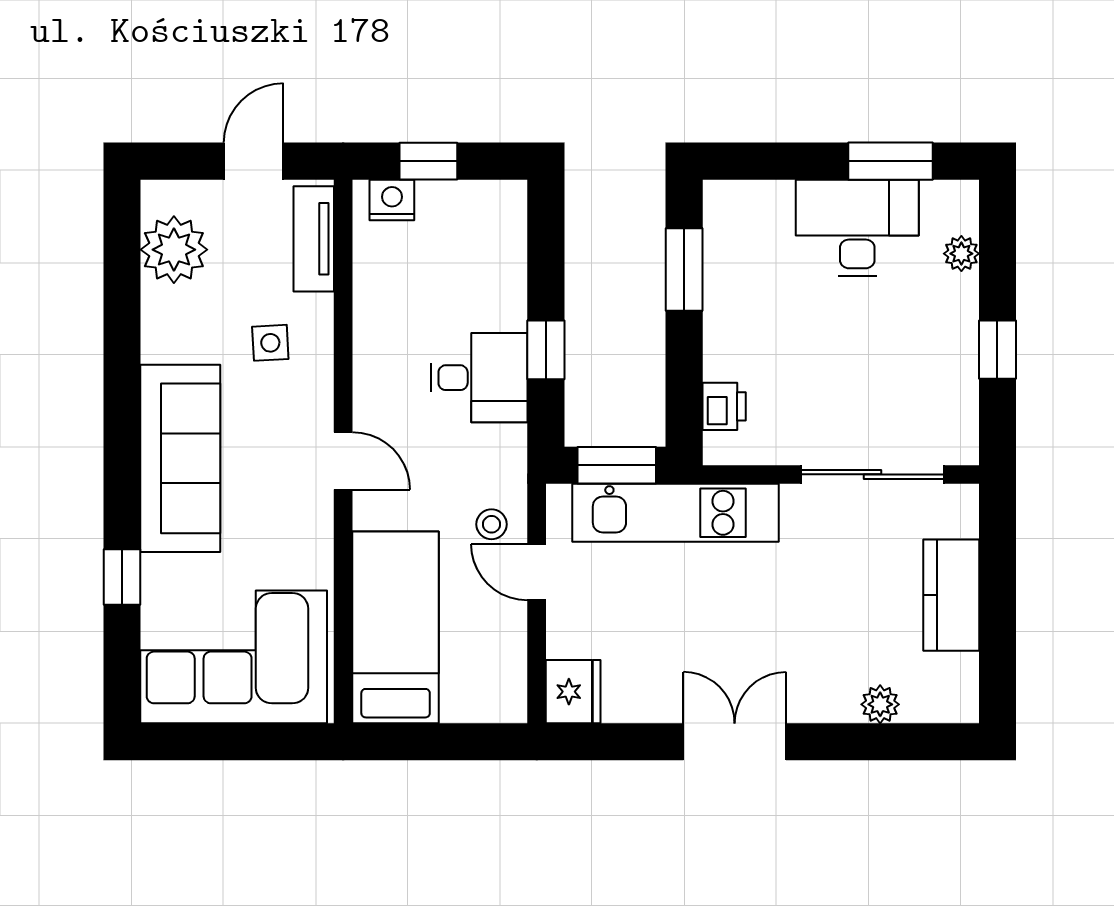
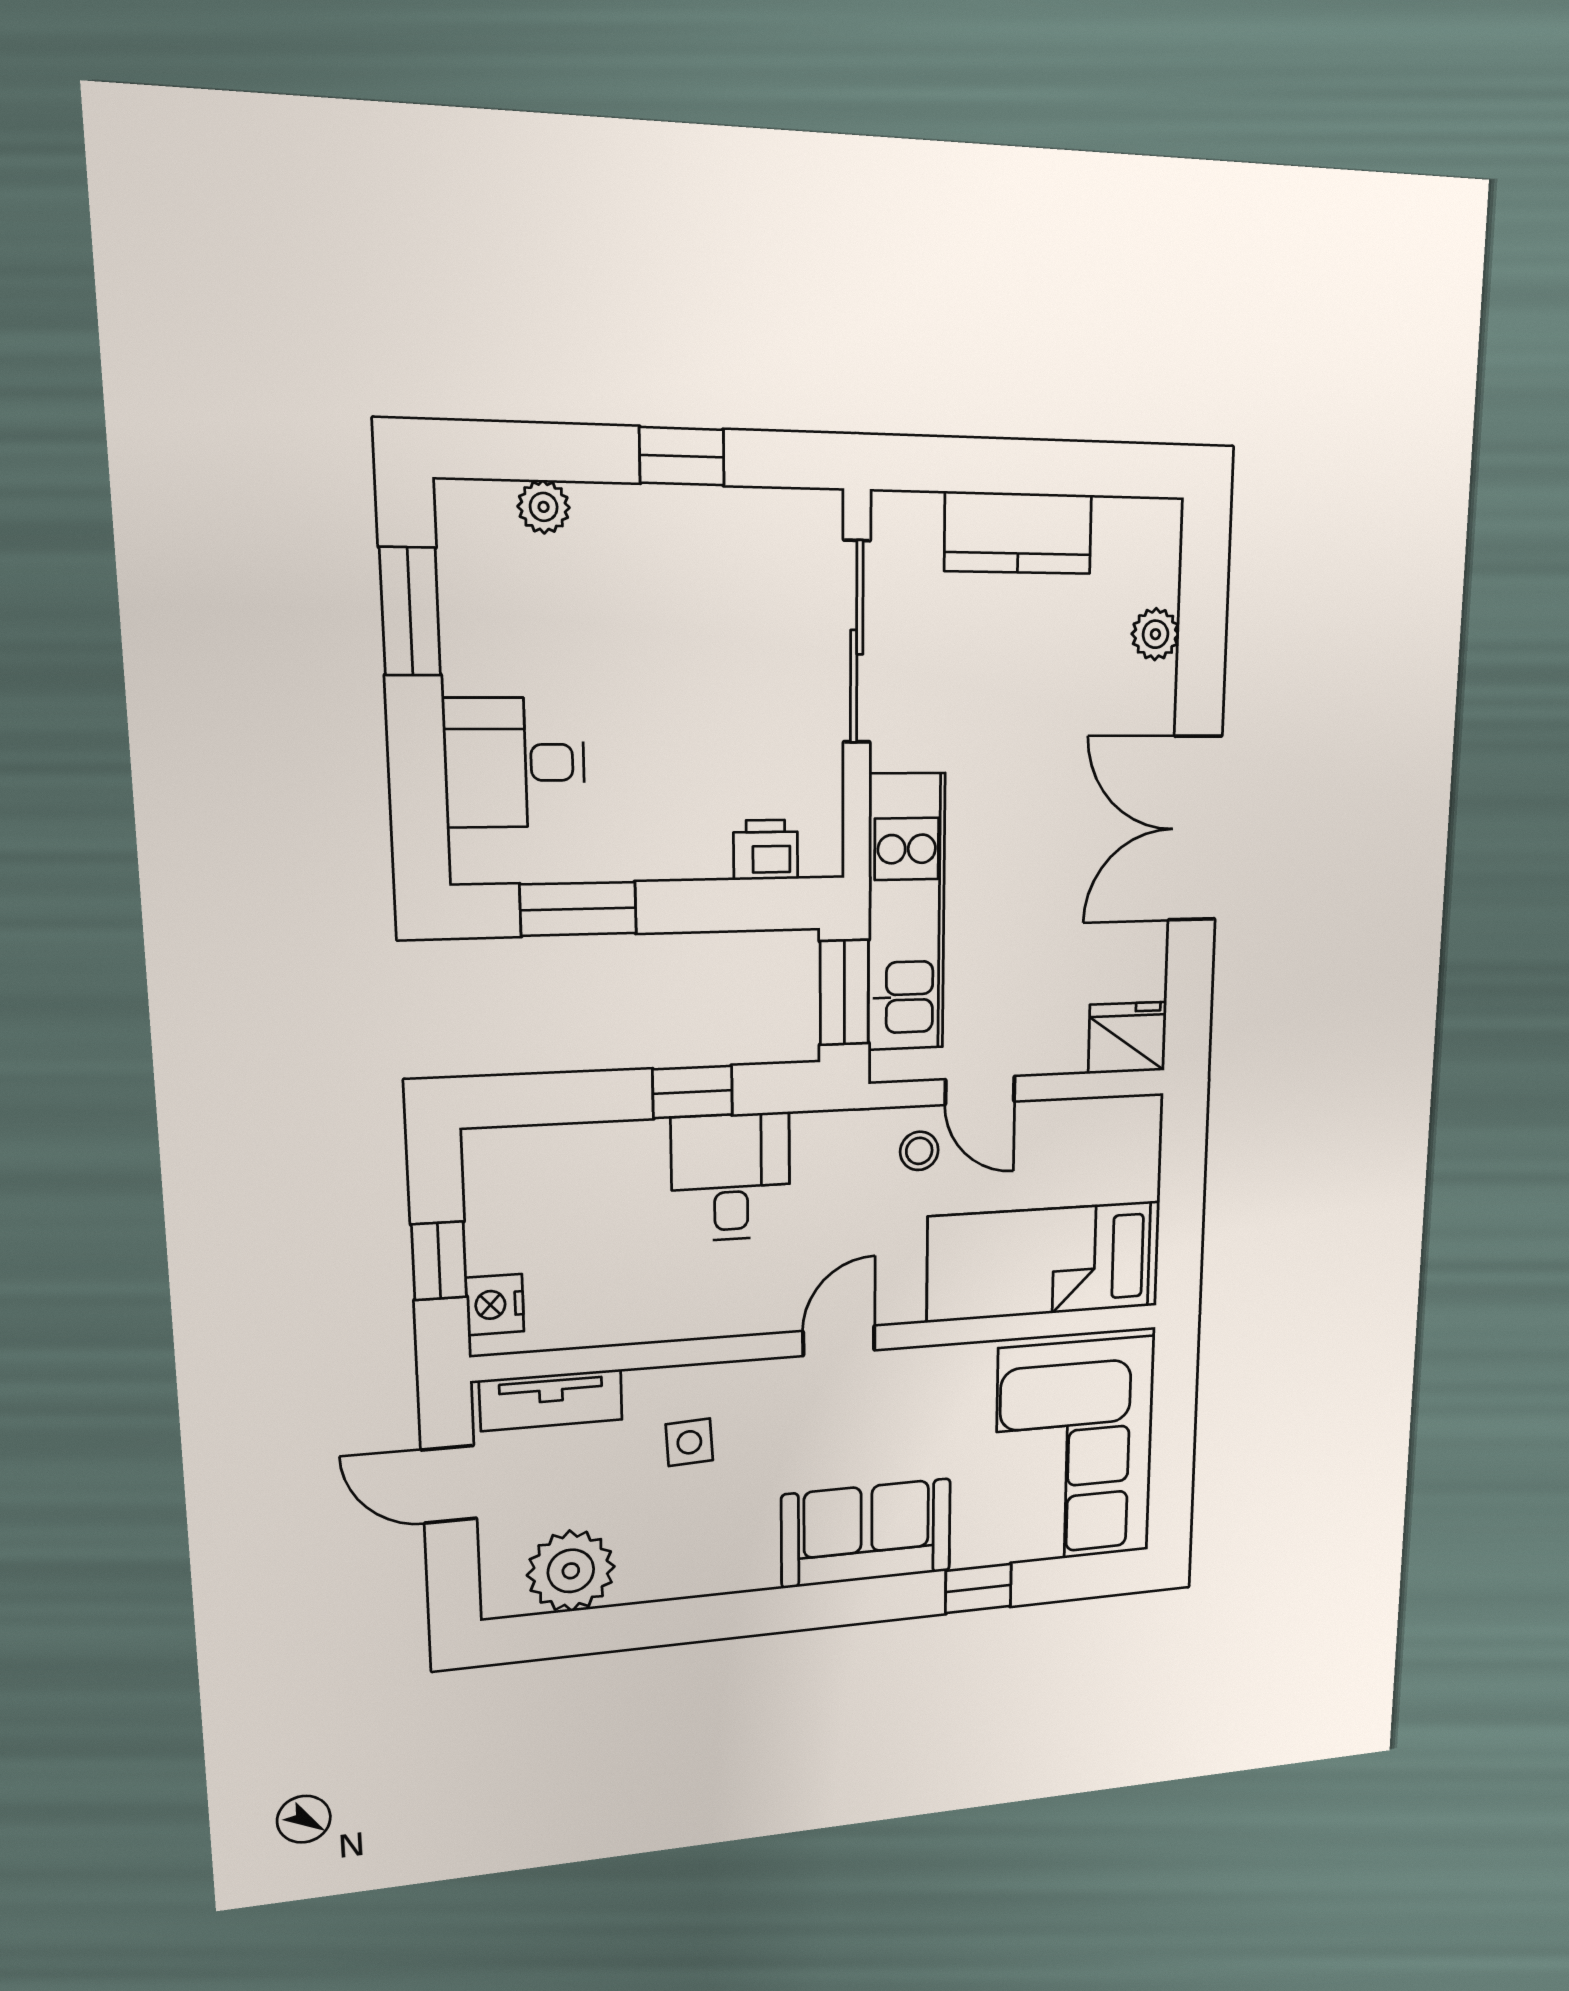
desk: (857, 228) -> (514, 763), moved, width x0.73
sofa: (180, 458) -> (866, 1533), width x0.73
door: (537, 572) -> (980, 1090), hinge flipped
double door: (735, 742) -> (1195, 829), width x1.37

